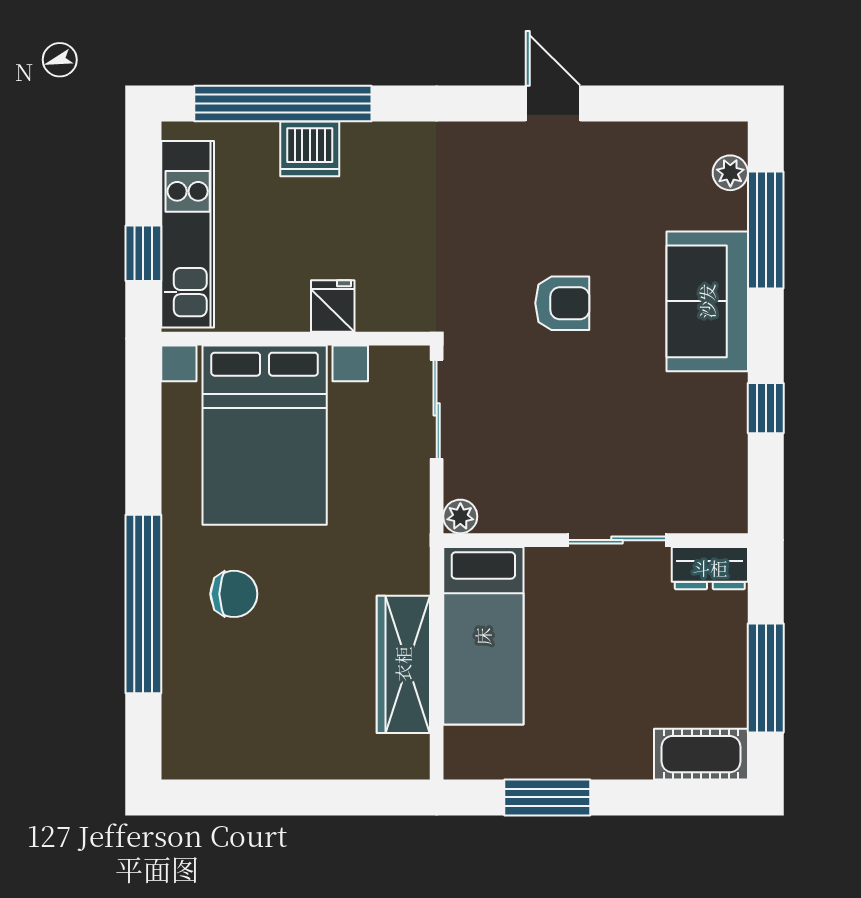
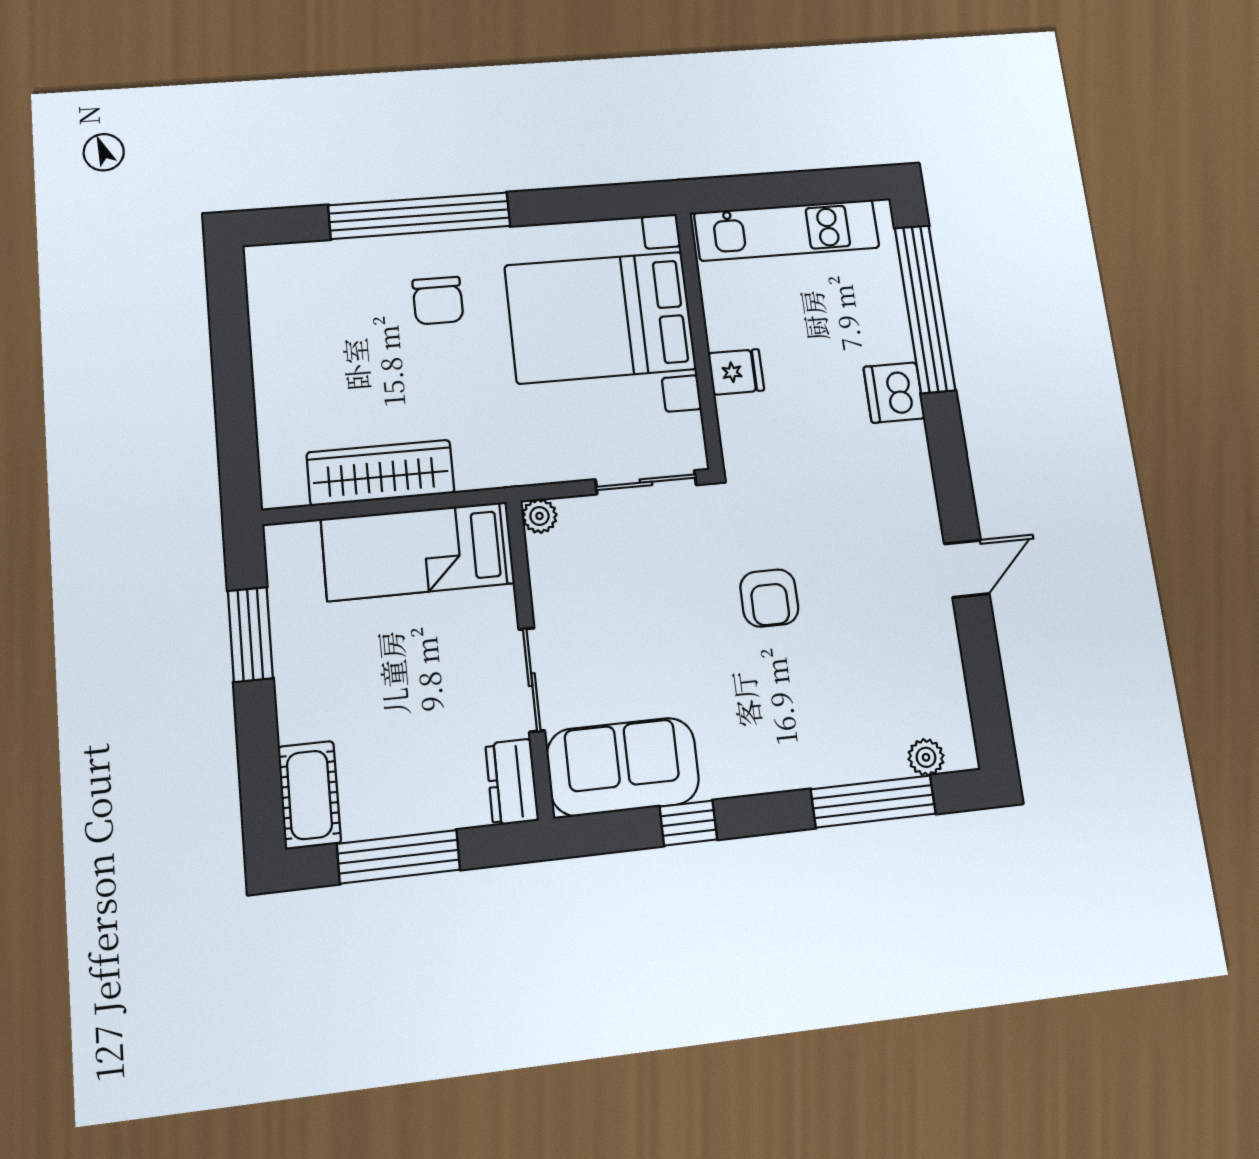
dishwasher: (310, 149) -> (894, 393), moved
window: (143, 253) -> (763, 191), removed
sofa: (707, 301) -> (623, 767), moved

